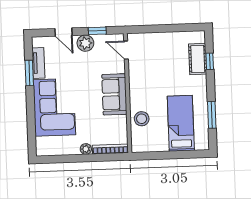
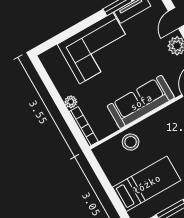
sofa: (114, 94) -> (141, 102), width x1.36

